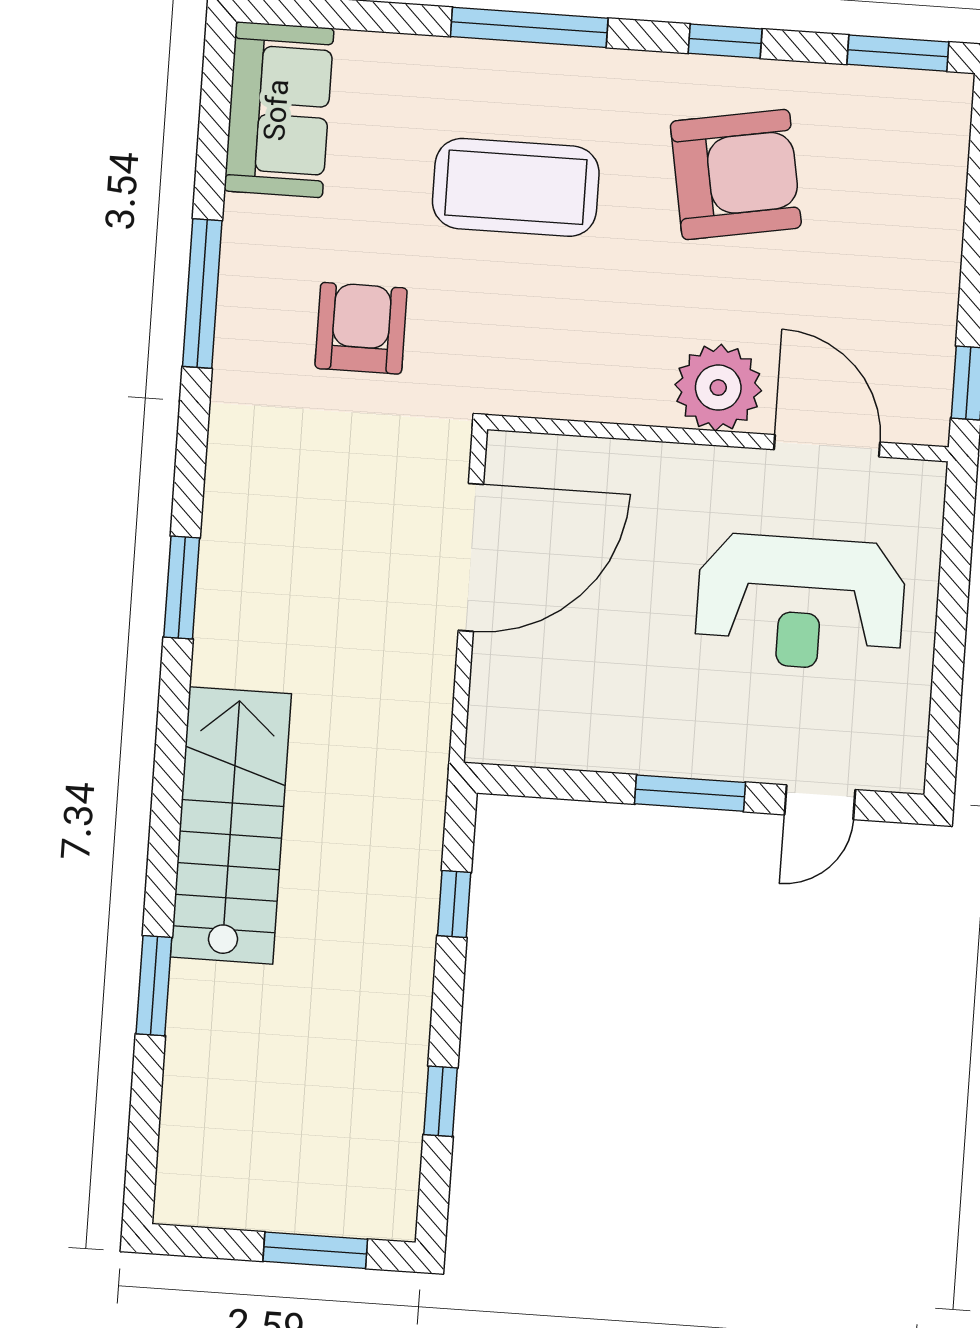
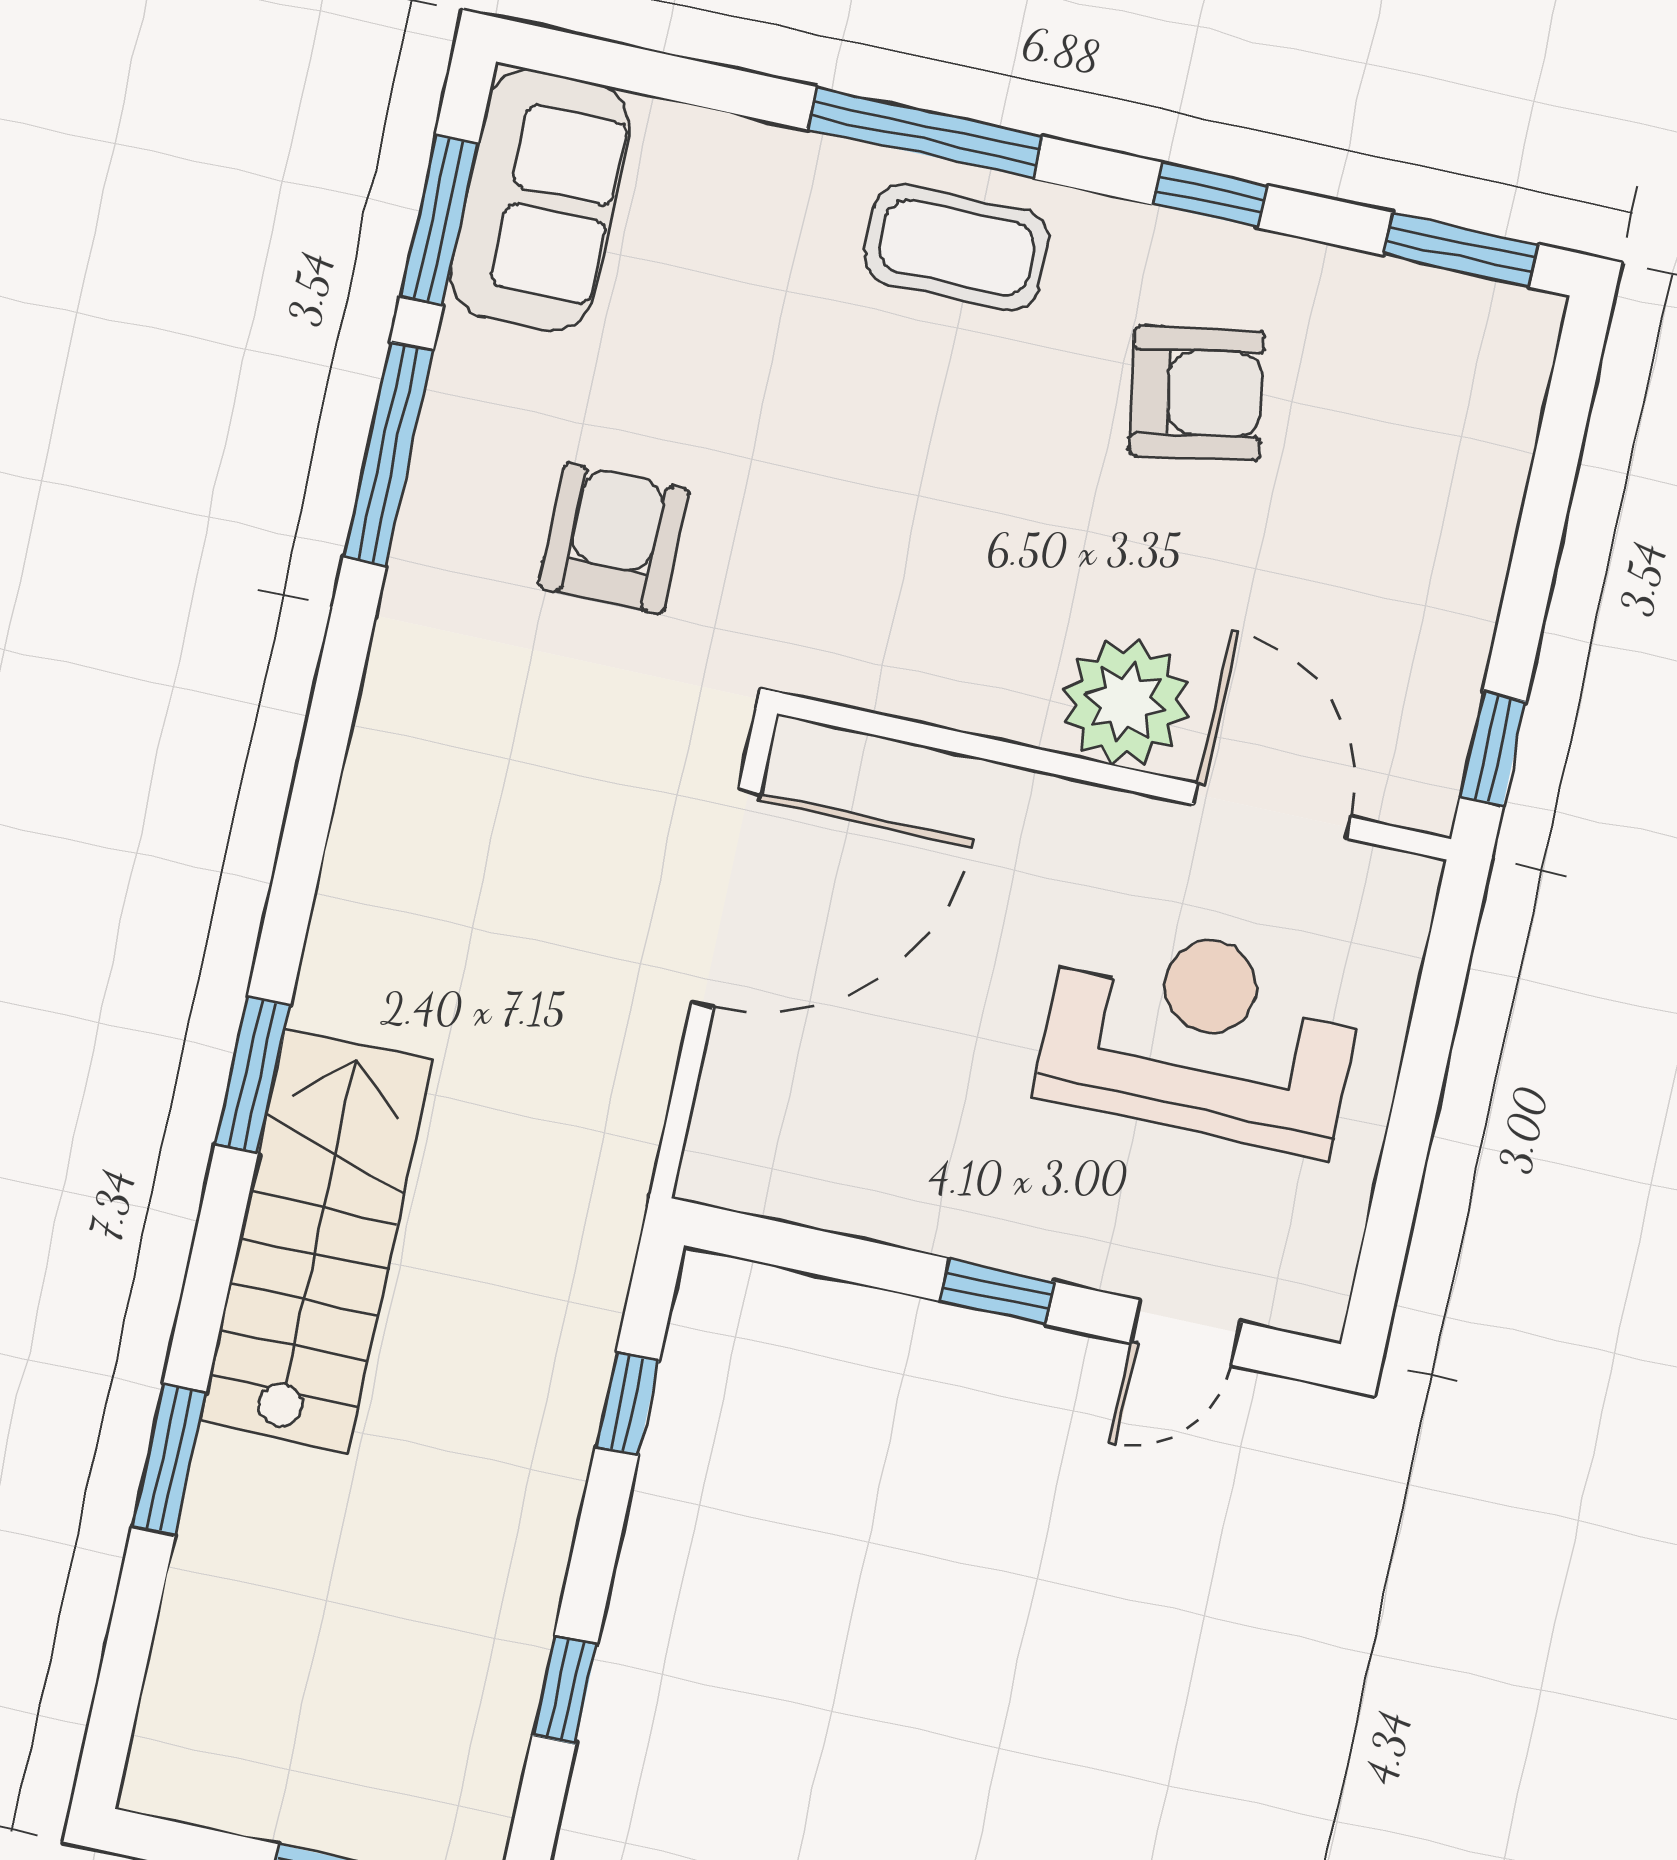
window: (213, 133) -> (439, 221), added
armchair: (736, 175) -> (1197, 393), width x0.73, depth x0.73
coffee table: (516, 187) -> (957, 247), moved, width x0.73, depth x0.76
window: (182, 587) -> (253, 1074), moved
reception desk: (800, 603) -> (1200, 1035), turned 180
window: (690, 793) -> (997, 1291), width x0.67

